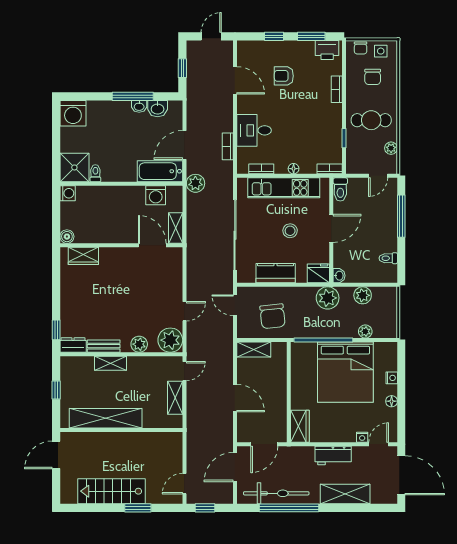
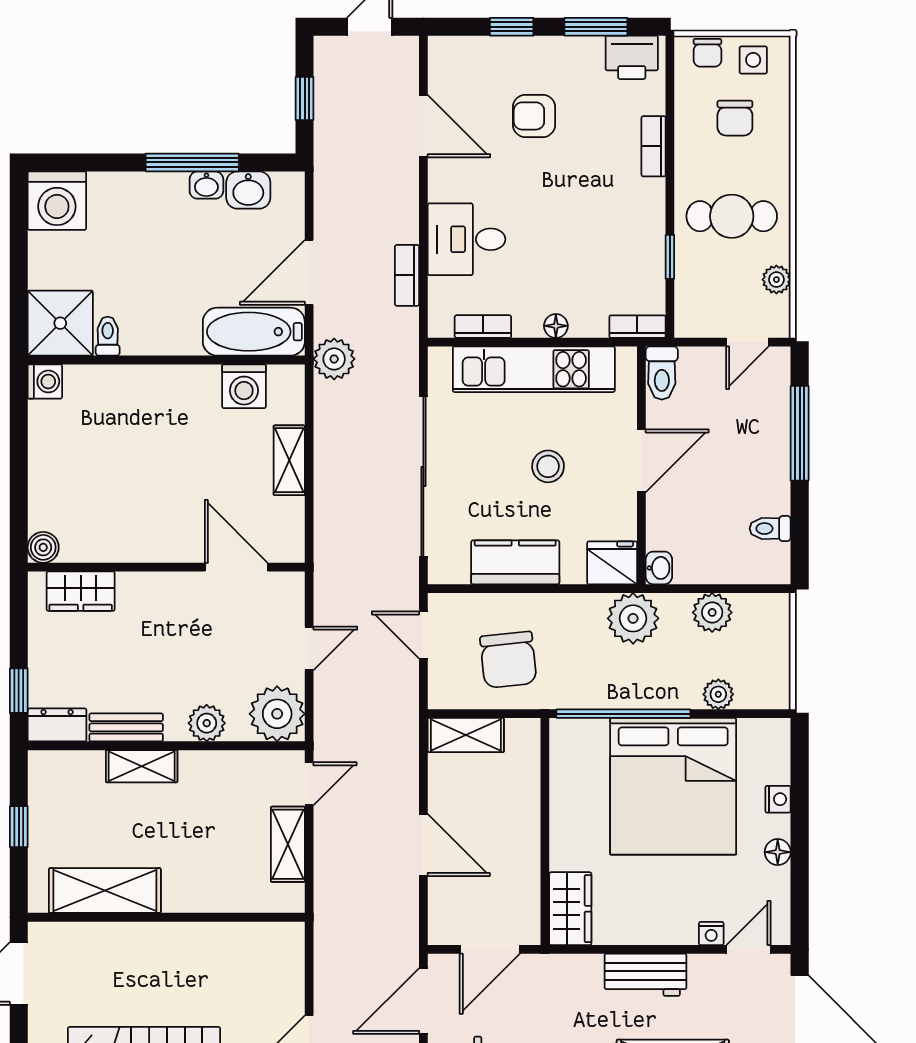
boiler: (67, 237) -> (43, 547), moved
wall: (121, 245) -> (166, 567), moved
door: (152, 245) -> (236, 567), moved
wardrobe: (83, 256) -> (81, 591), moved
shelving: (106, 418) -> (105, 891), width x0.68

